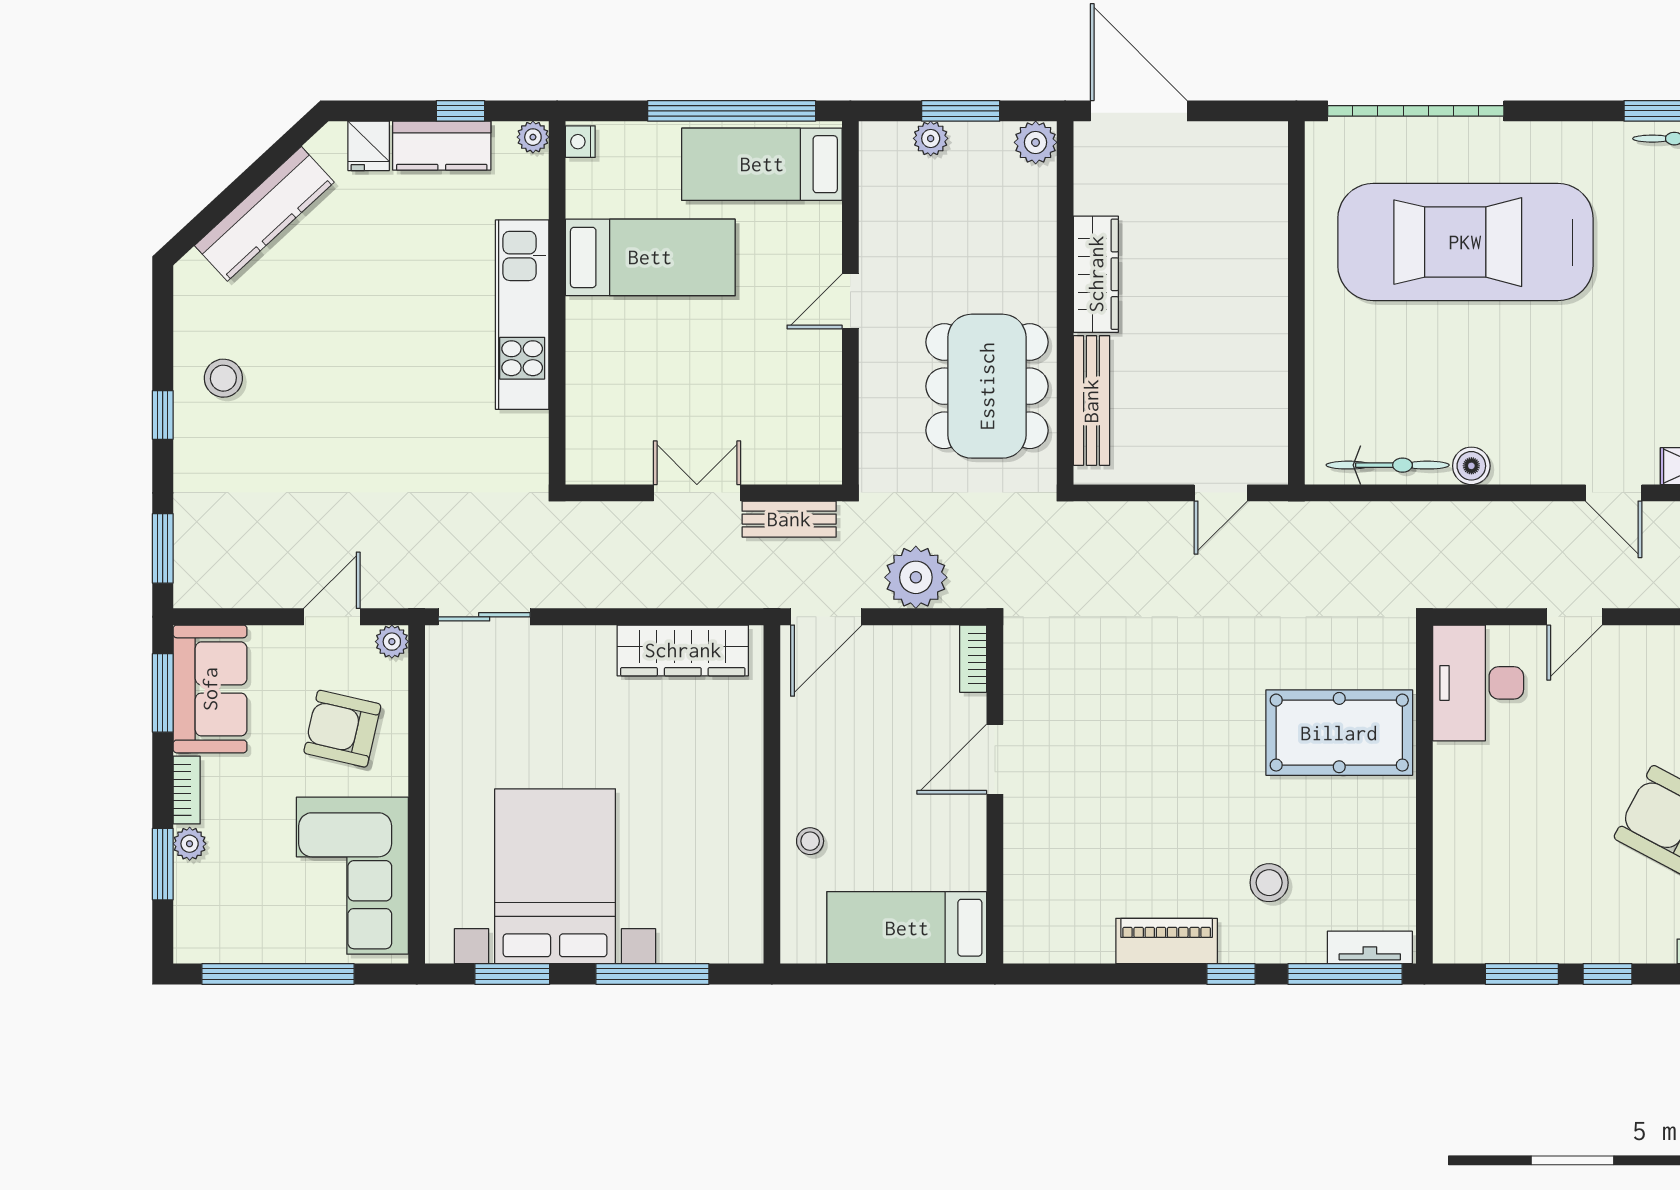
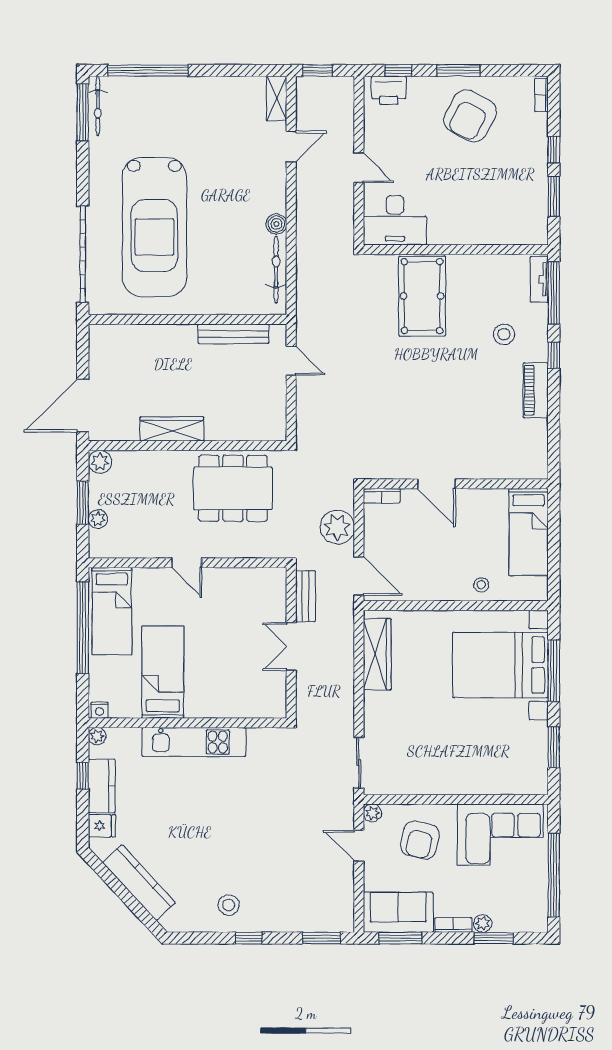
bench: (1091, 401) -> (233, 334), moved
bed with nightstands: (555, 876) -> (500, 665), moved

